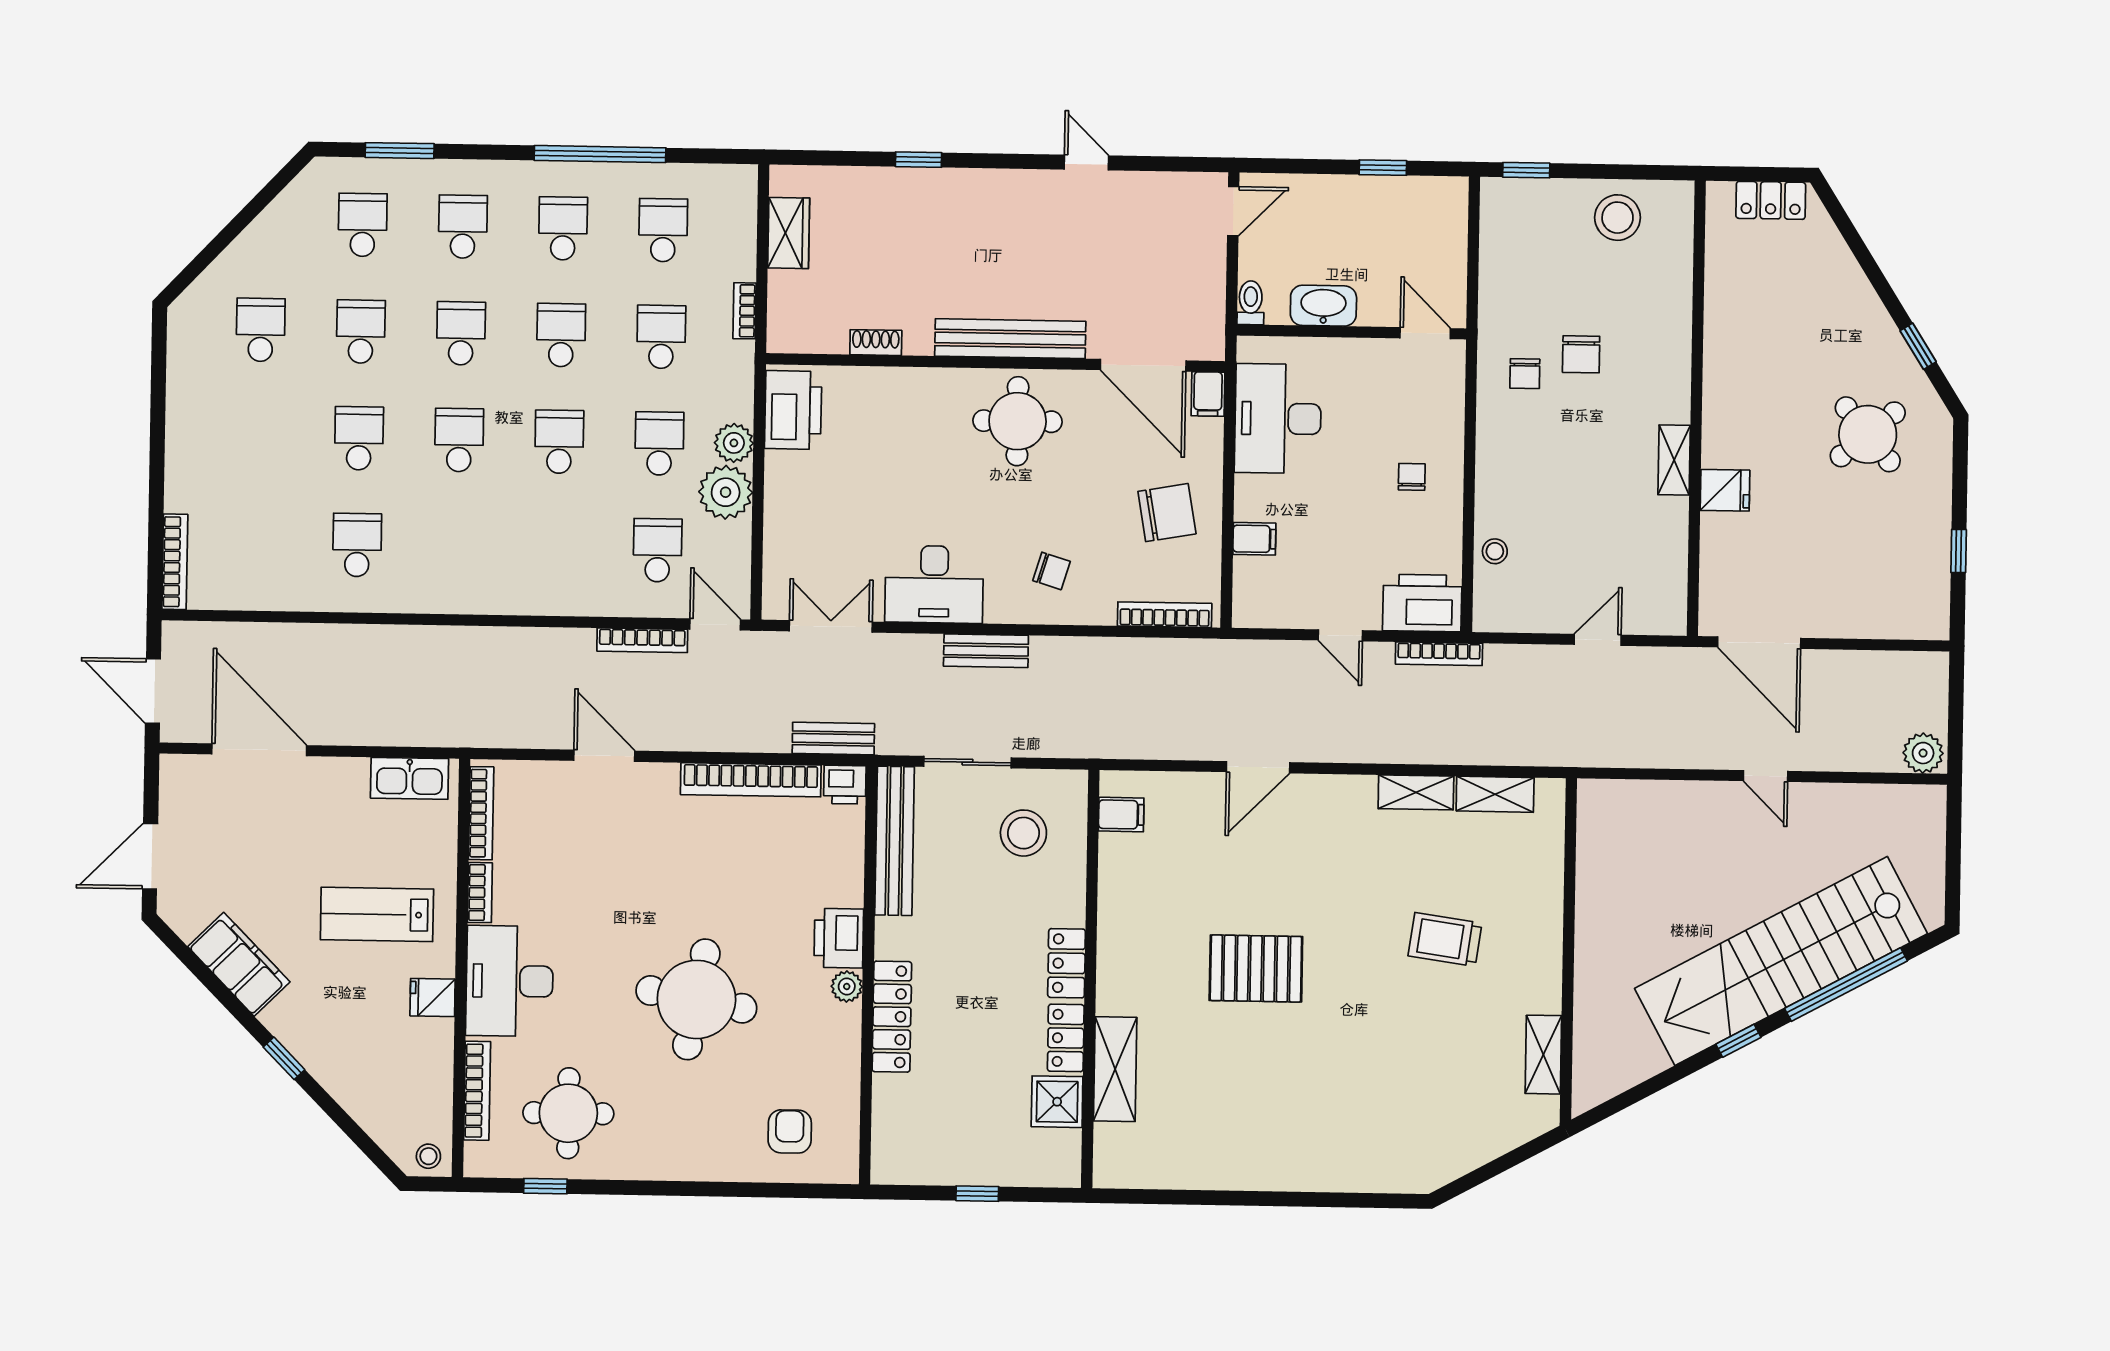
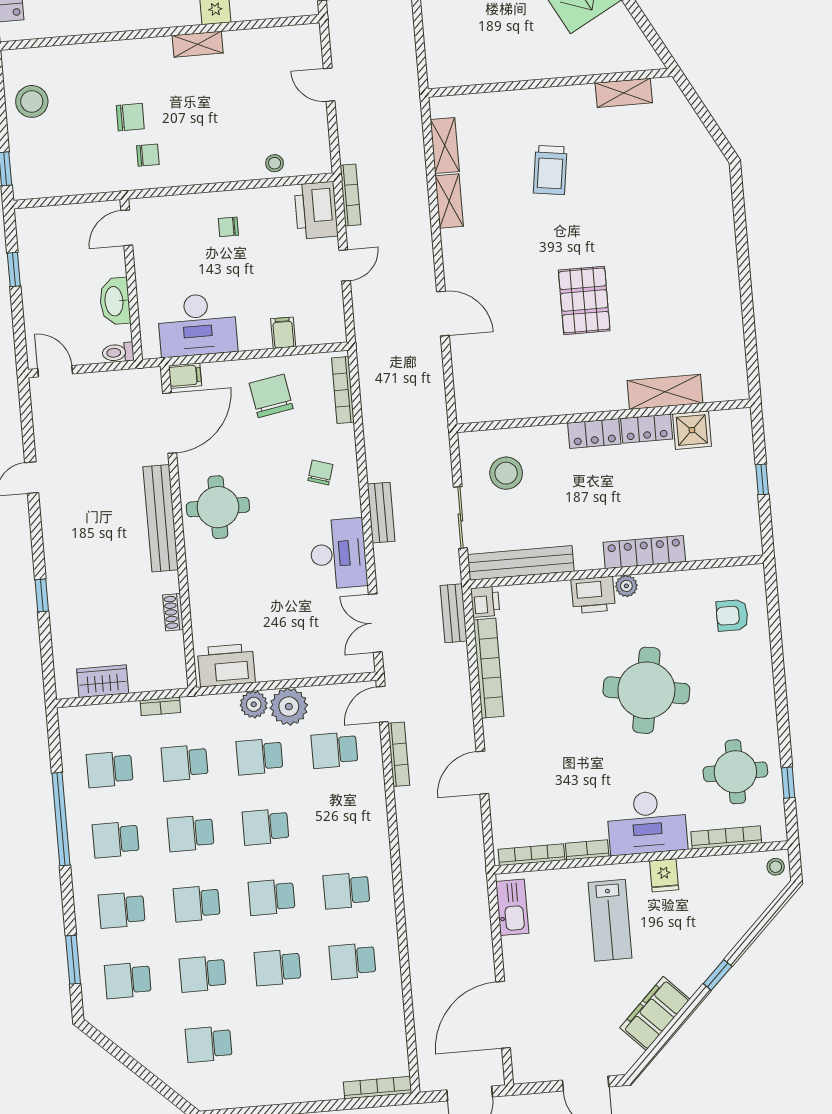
school desk: (457, 547) -> (346, 891), added
filing cabinet: (1121, 814) -> (486, 406), removed

